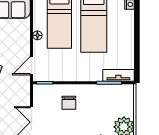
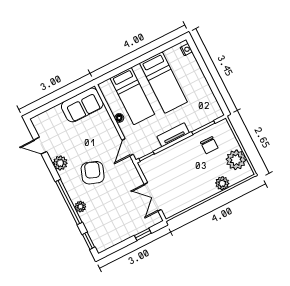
tv unit: (118, 75) -> (173, 135), moved
chair: (69, 103) -> (209, 145), moved

